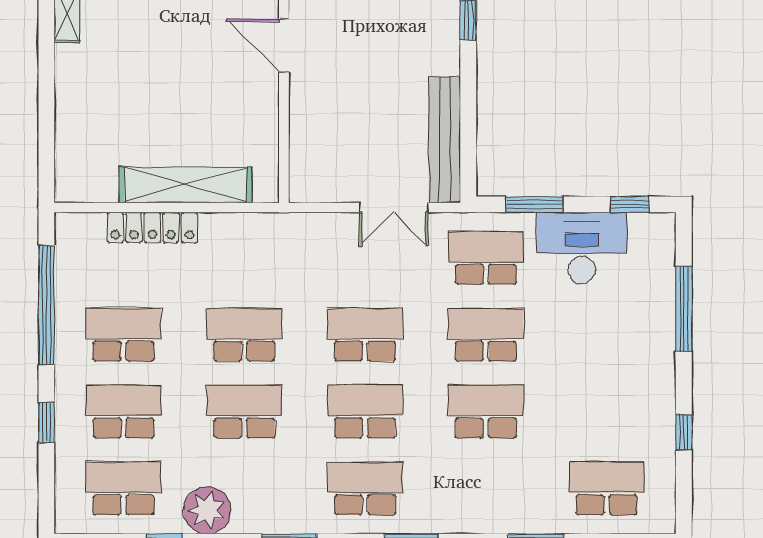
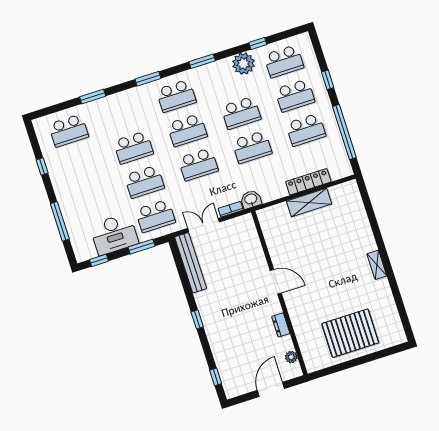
shelving: (185, 185) -> (309, 203), width x0.68
bookcase: (328, 222) -> (231, 209), added
washbasin: (281, 229) -> (251, 199), added

